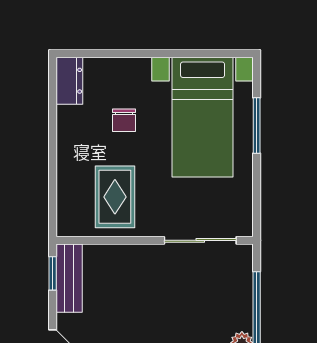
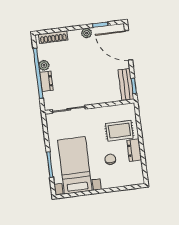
dresser: (69, 81) -> (134, 150), moved
rug: (115, 197) -> (119, 131), moved, turned 90
dresser: (241, 307) -> (46, 81), added

